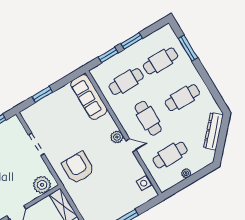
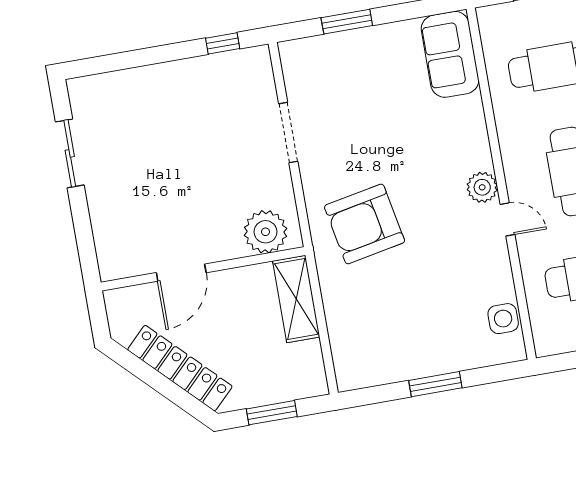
sofa: (89, 97) -> (450, 54), width x0.73
armchair: (78, 168) -> (365, 224), turned -101

